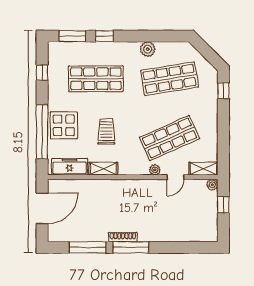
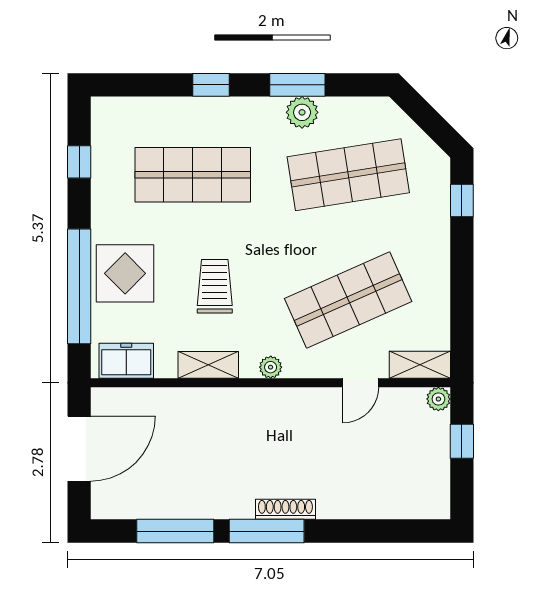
window: (72, 36) -> (297, 85), moved
freezer: (70, 167) -> (126, 361), width x0.71
plant: (155, 170) -> (271, 367), moved
shoe rack: (123, 237) -> (285, 509), moved

